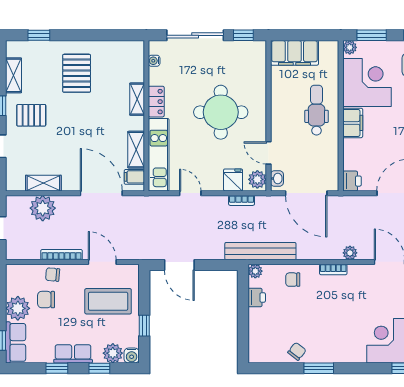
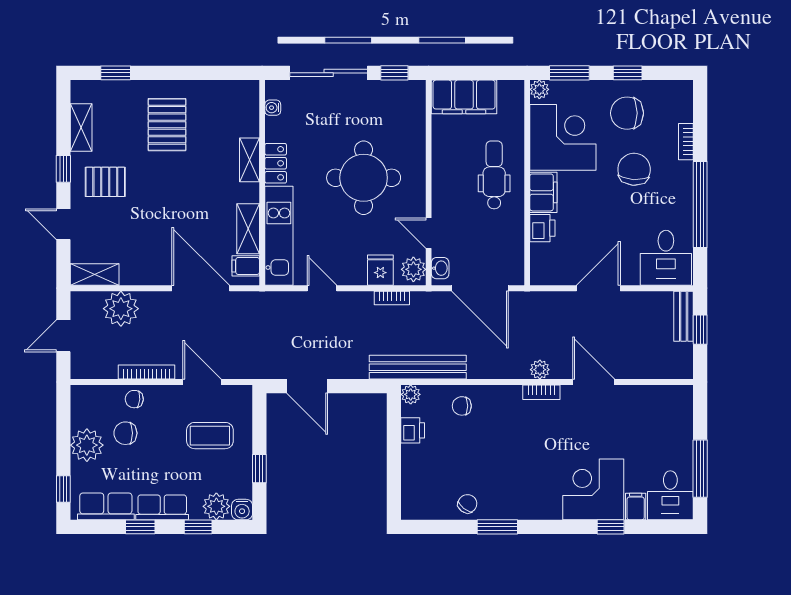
printer: (352, 181) -> (542, 228), moved
shelving: (43, 183) -> (95, 274), moved
bookcase: (333, 269) -> (541, 392), moved
coffee table: (108, 301) -> (210, 436), width x0.73, depth x0.76
row of seats: (16, 342) -> (106, 506), moved, turned -90

